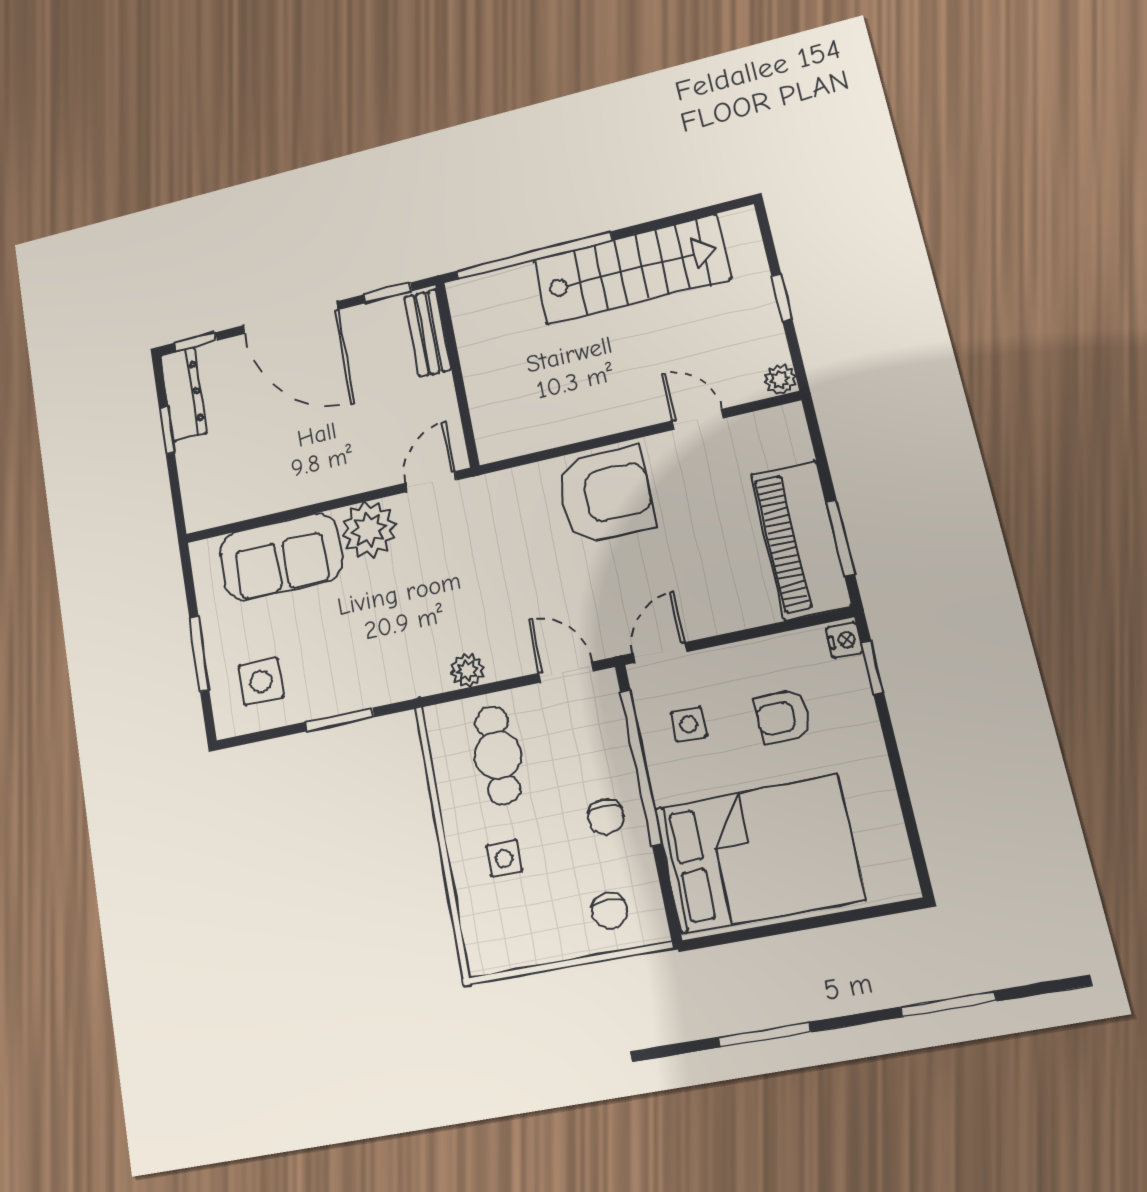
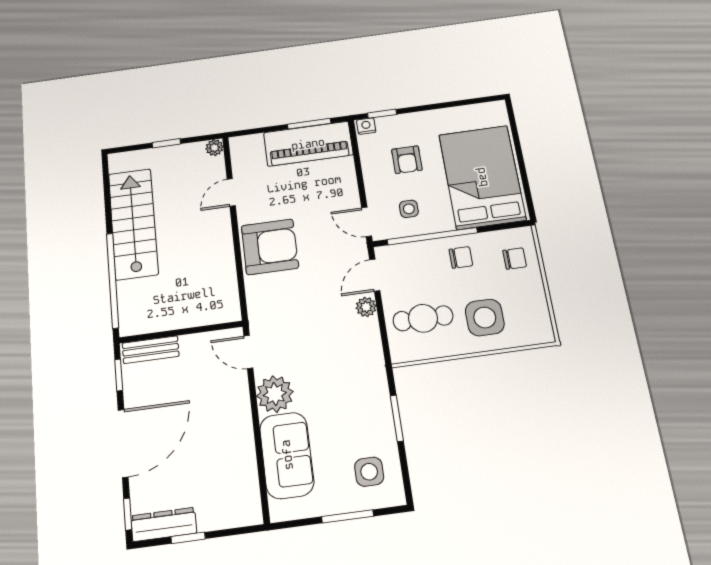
armchair: (605, 495) -> (270, 247), turned 90
plant: (467, 671) -> (366, 307), moved
side table: (504, 858) -> (485, 317), width x1.87, depth x1.87

